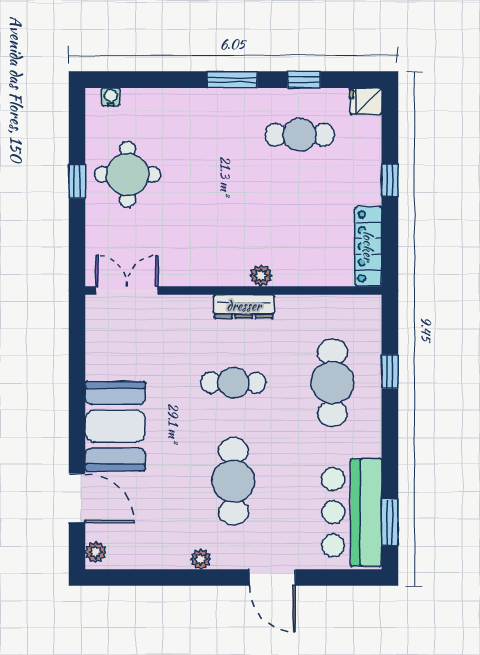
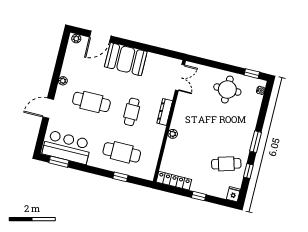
cafe table: (300, 135) -> (226, 164), turned 74
window: (77, 181) -> (252, 74), moved
dresser: (244, 306) -> (165, 112), moved

